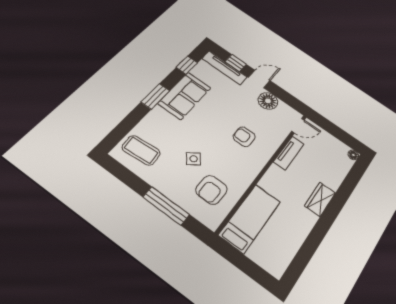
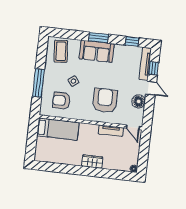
sofa: (185, 96) -> (97, 51), moved
armchair: (244, 137) -> (105, 100), width x1.88, depth x1.88

